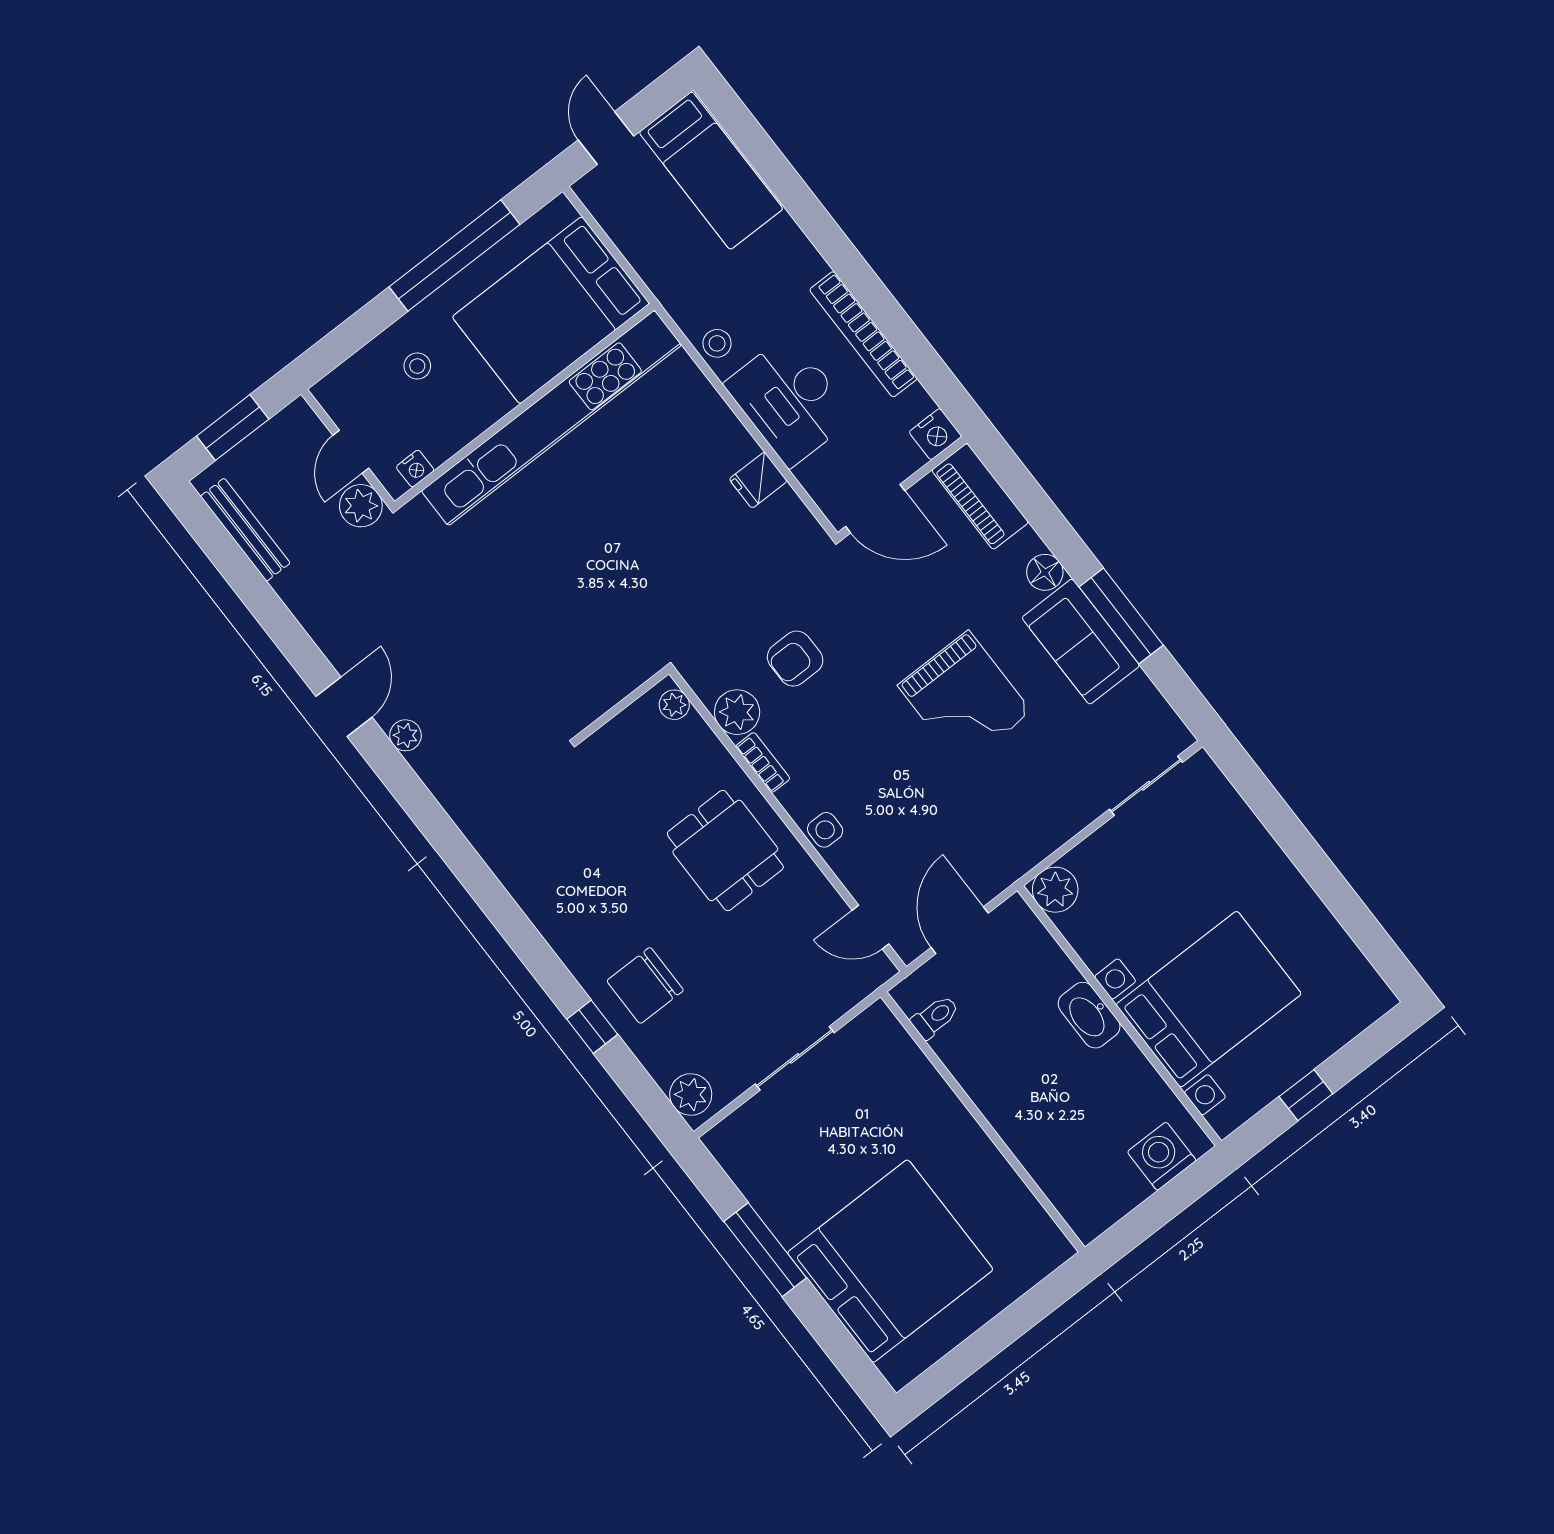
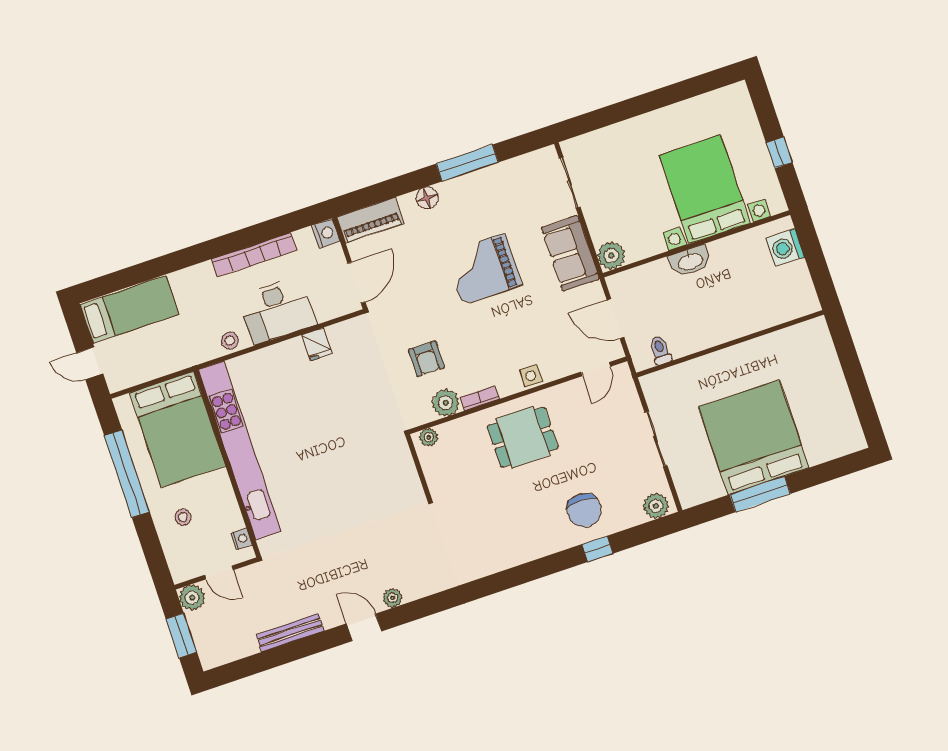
plant: (361, 506) -> (192, 598), moved
bench: (245, 530) -> (290, 633), moved
sofa: (1081, 642) -> (570, 253), moved, turned 90
grand piano: (965, 699) -> (483, 269), turned 180
bed: (890, 1261) -> (754, 437), moved

